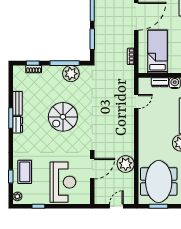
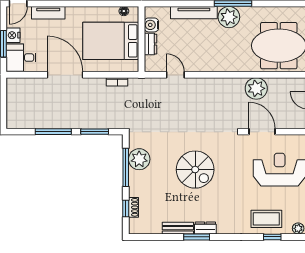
bed: (158, 52) -> (111, 41), width x1.50

